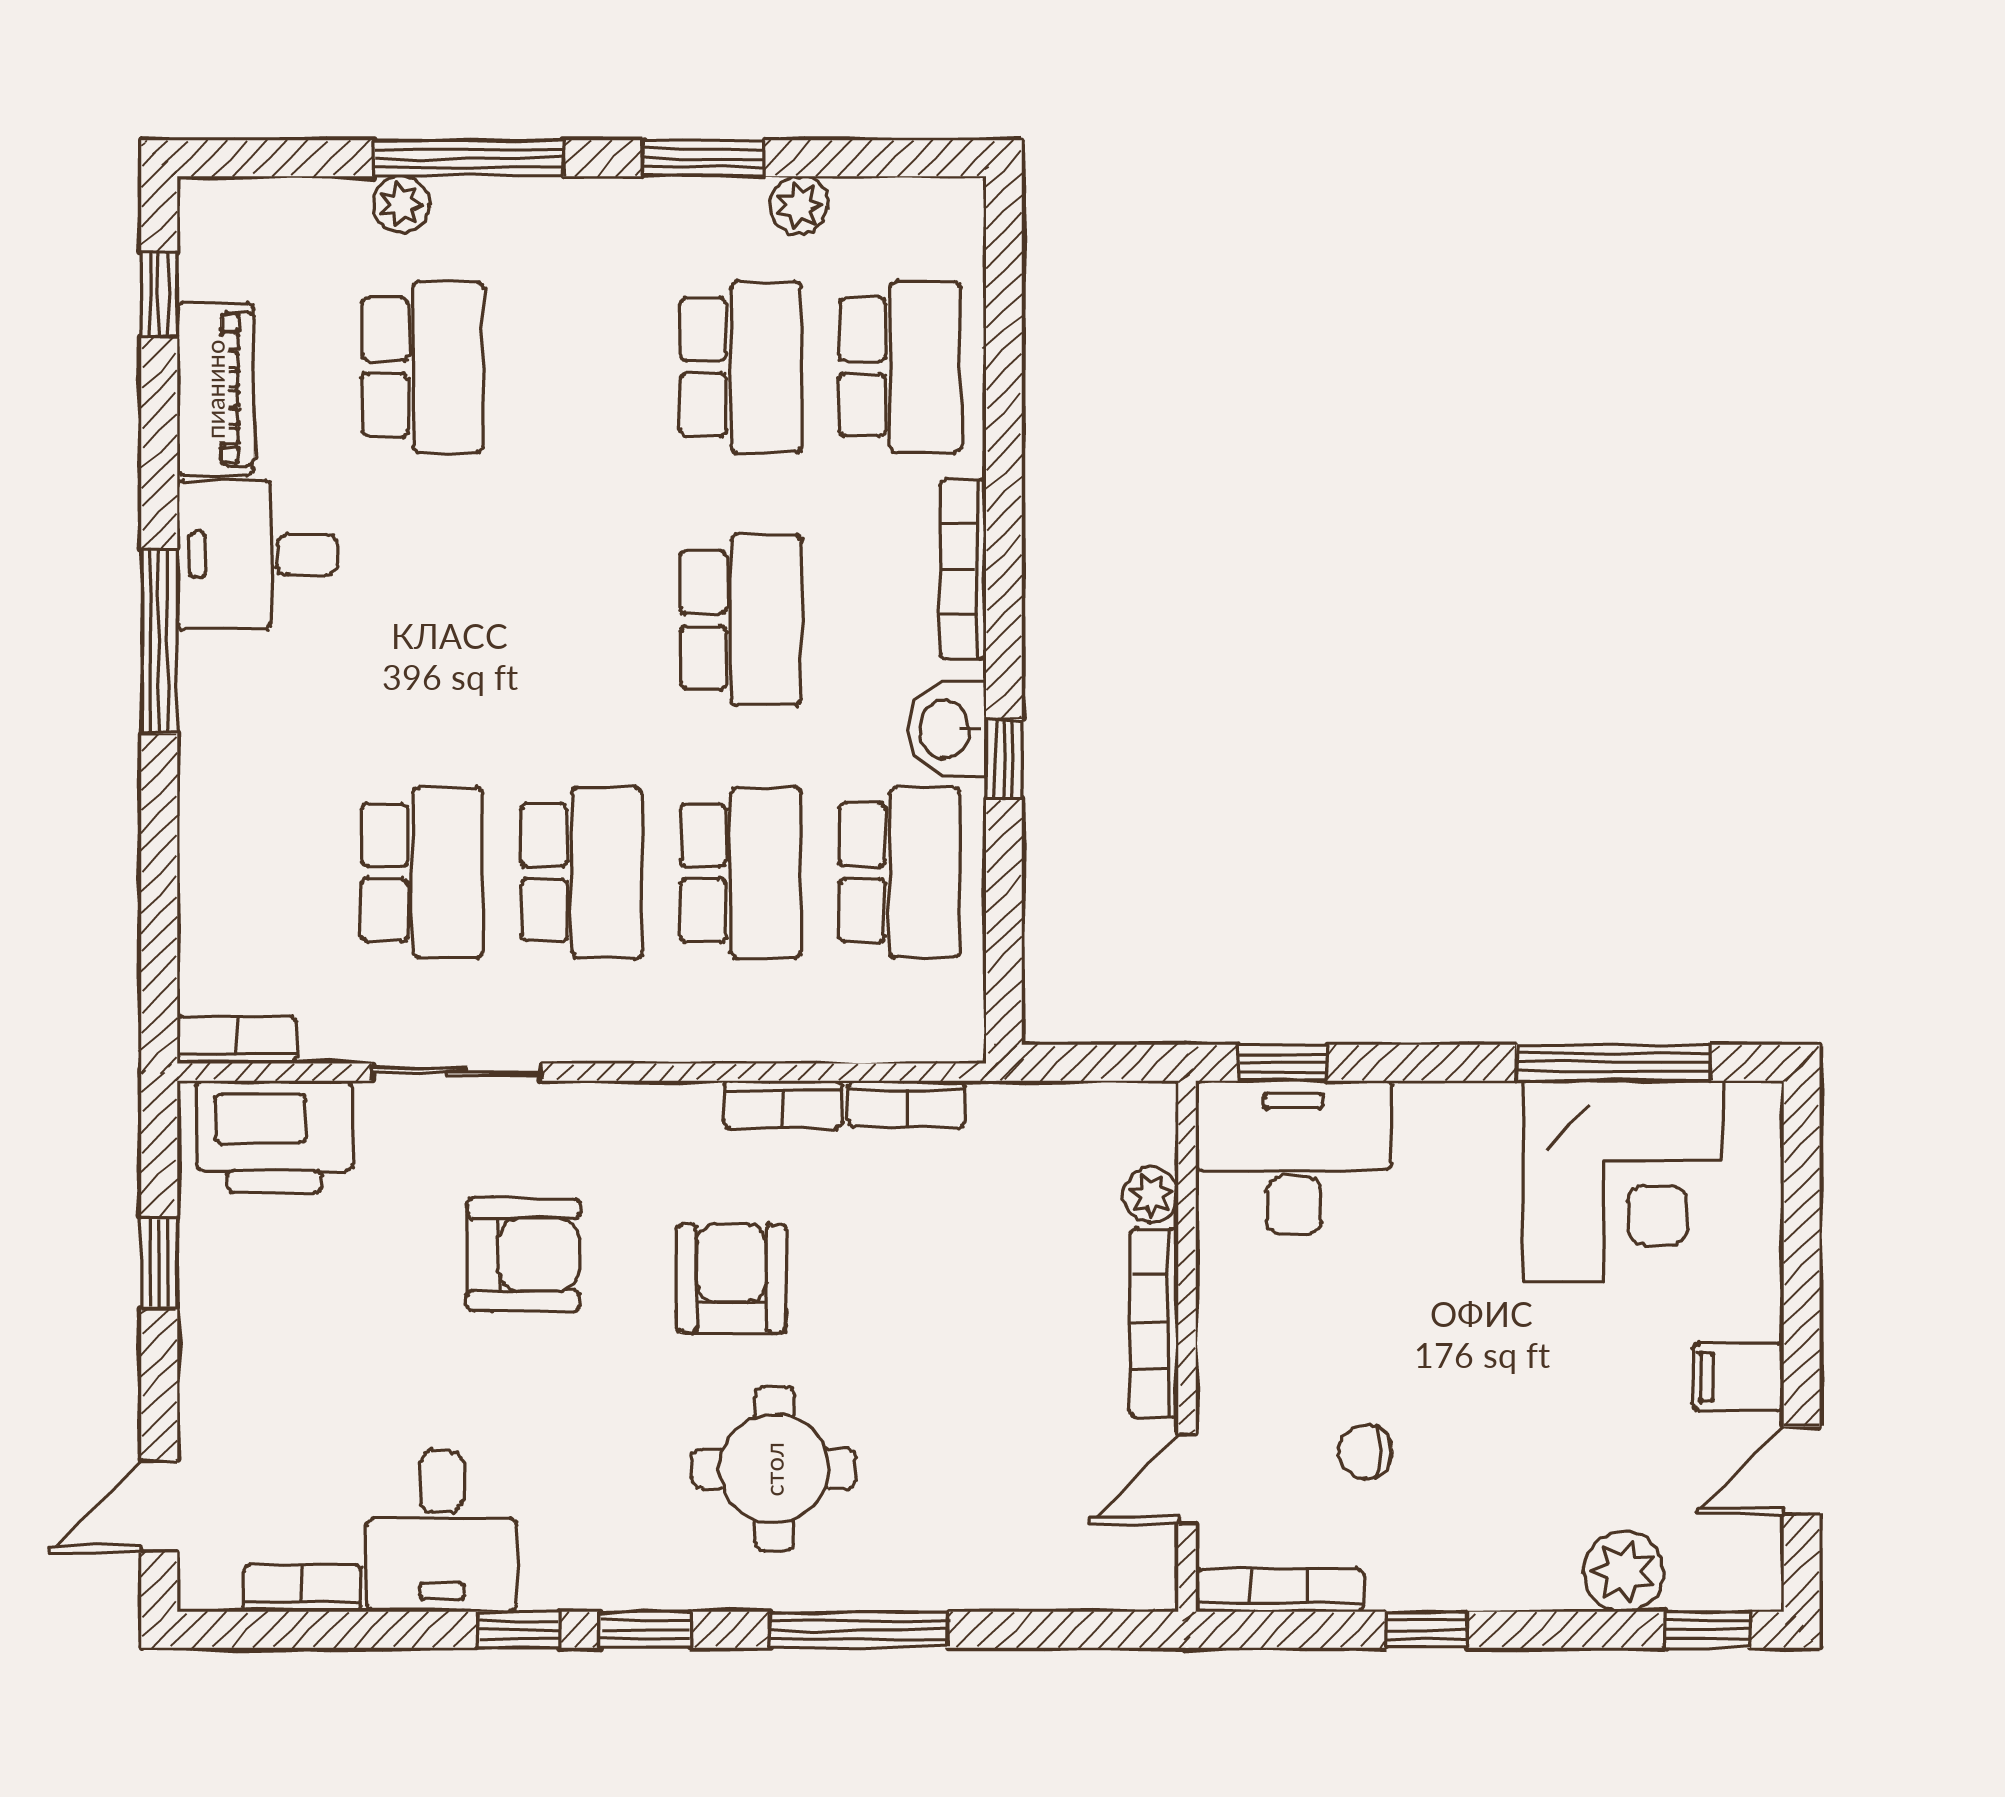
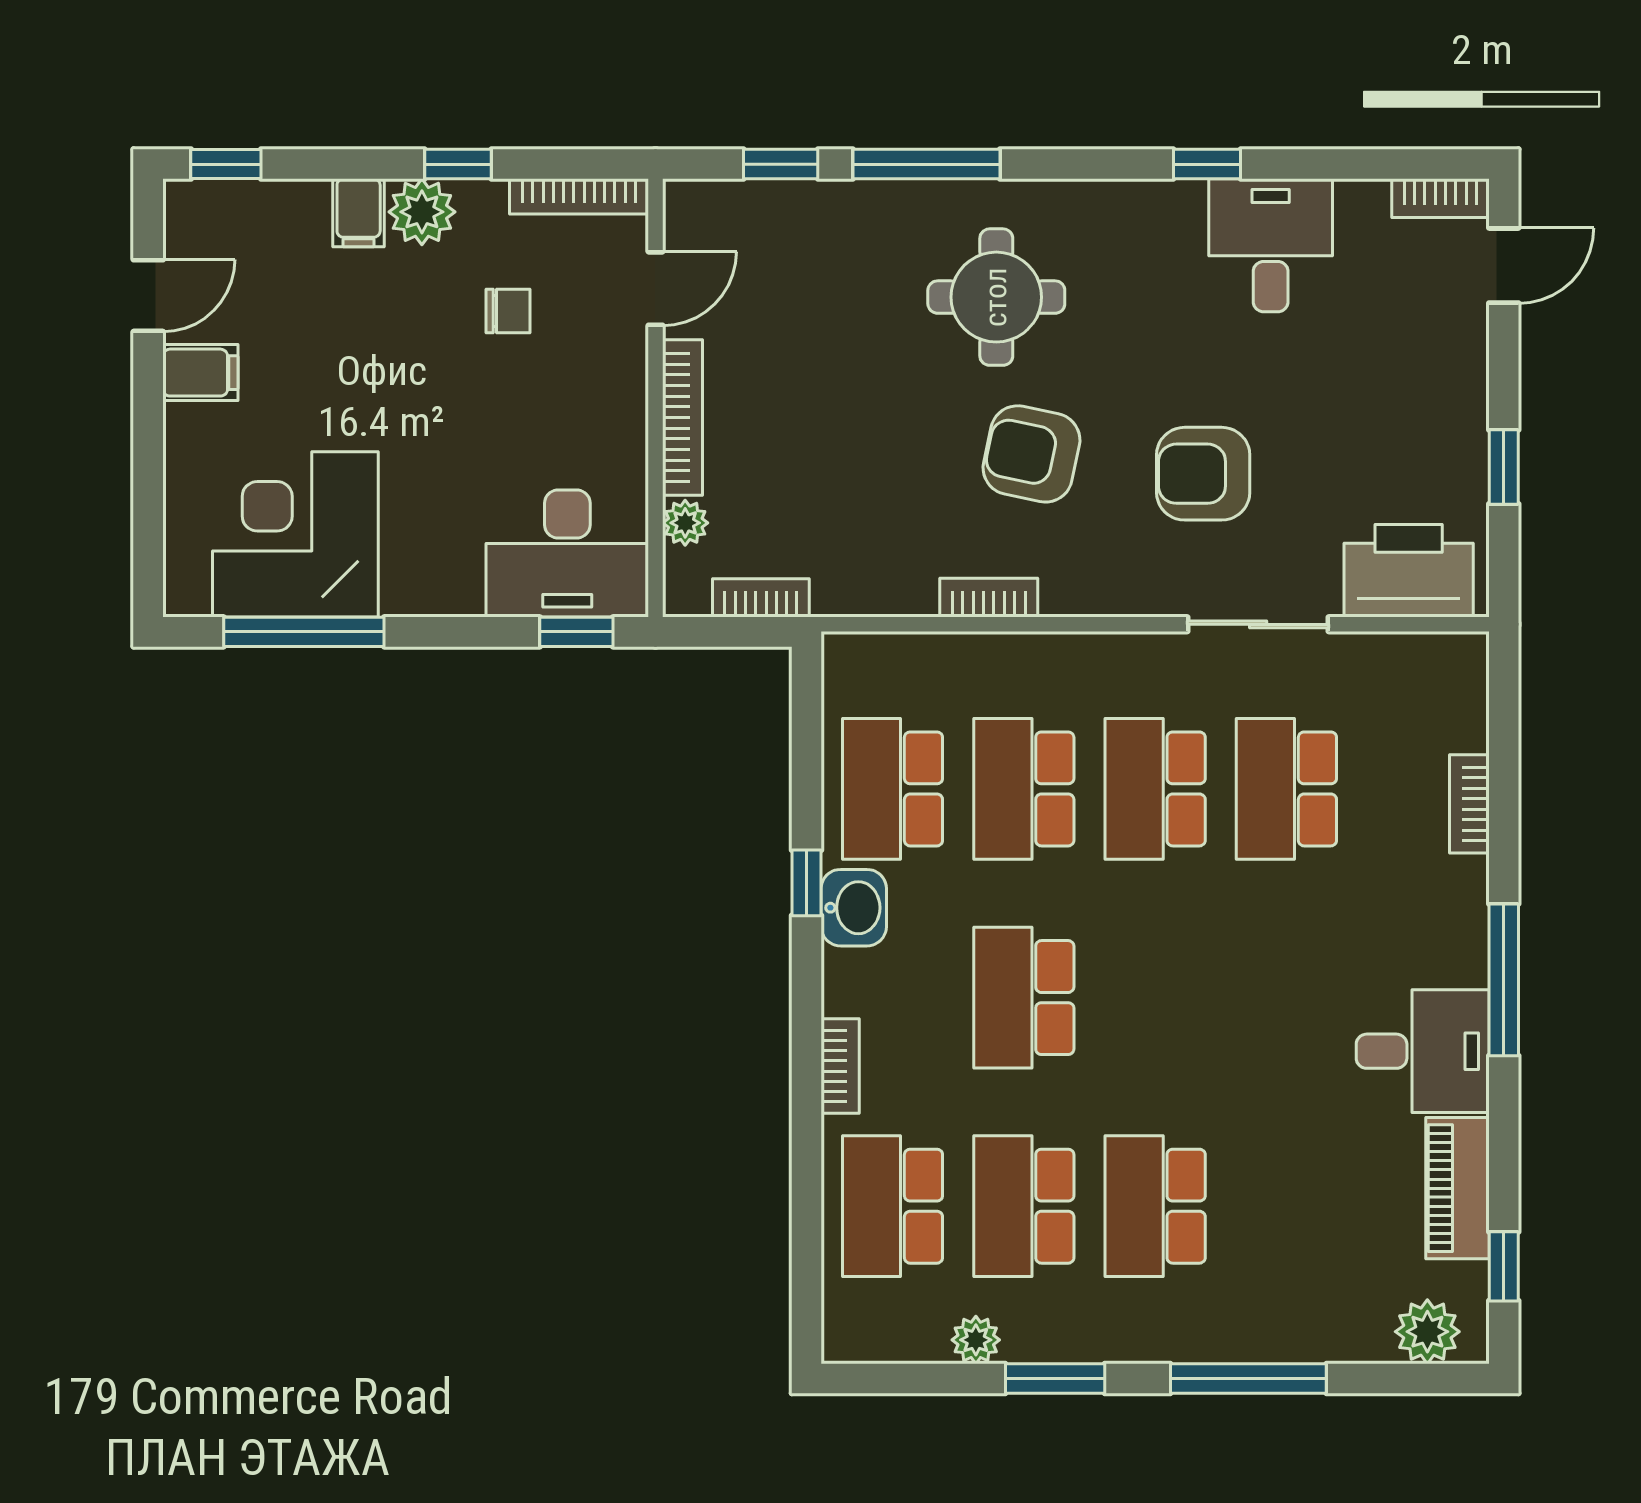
plant: (401, 204) -> (1427, 1332), moved, width x1.38, depth x1.38
school desk: (422, 367) -> (1155, 1206), moved
bookcase: (963, 569) -> (840, 1066), width x0.64
bookcase: (237, 1040) -> (1469, 804), moved, turned 90
bookcase: (907, 1104) -> (761, 598), moved
armchair: (731, 1278) -> (1031, 454), turned 102
filing cabinet: (1547, 1571) -> (359, 213), added
plant: (1624, 1572) -> (422, 212), moved
bookcase: (302, 1588) -> (1440, 198), moved
window: (645, 1630) -> (781, 164), moved

